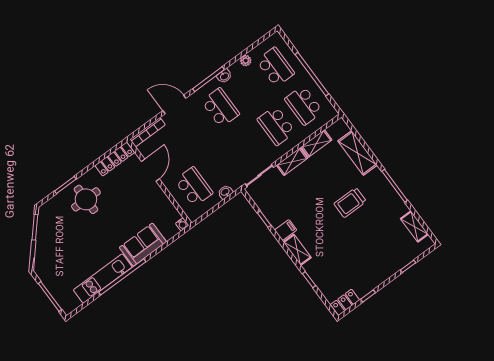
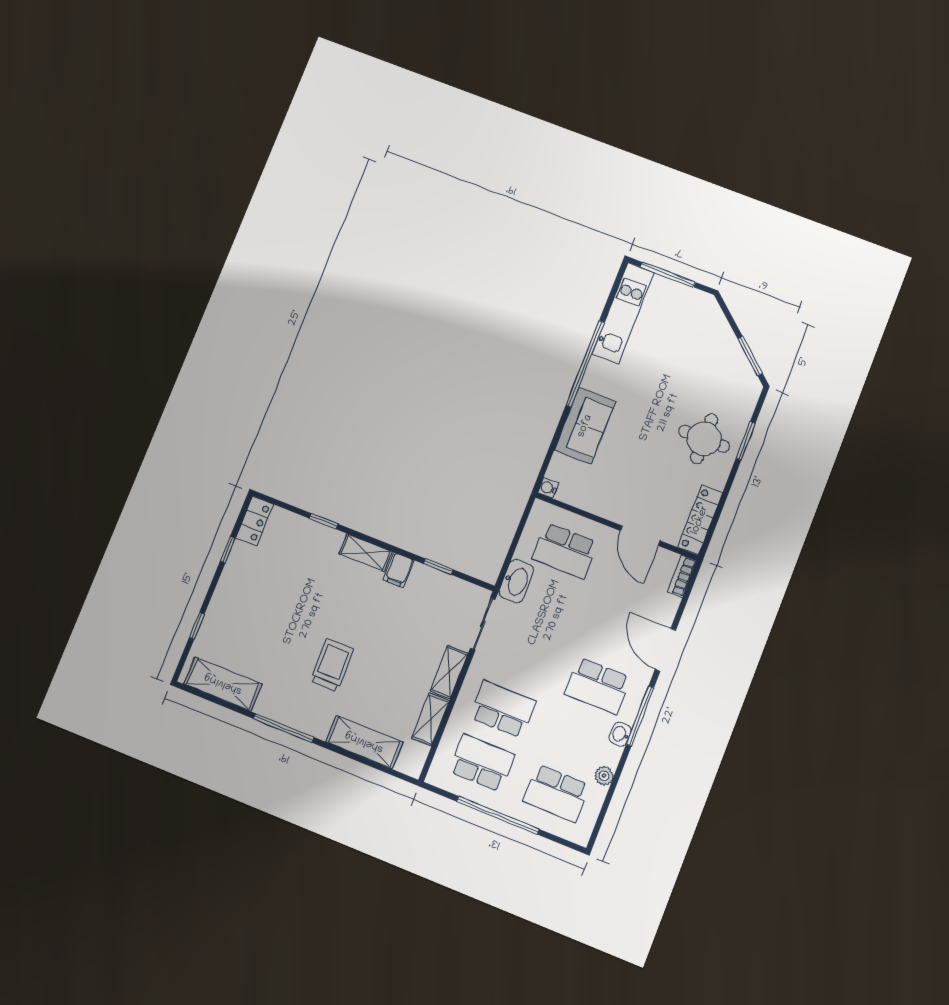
door: (174, 104) -> (665, 650), swing flipped
bookcase: (148, 132) -> (682, 576), width x0.64
washbasin: (225, 192) -> (516, 581), width x1.91, depth x1.45
shelving: (414, 226) -> (223, 684), width x1.50, depth x1.33
kitchen unit: (103, 279) -> (623, 313), moved

